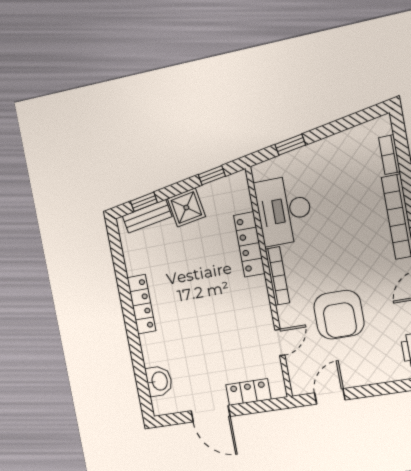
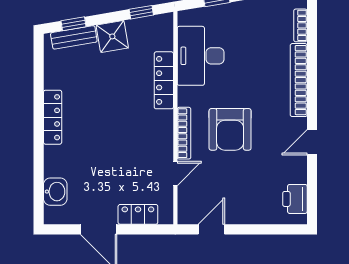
bookcase: (277, 276) -> (184, 133), moved
armchair: (339, 315) -> (230, 129), moved

